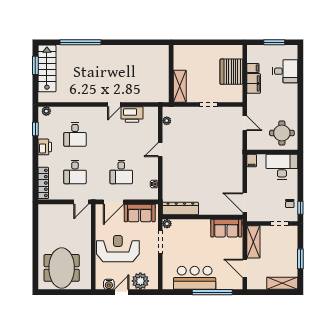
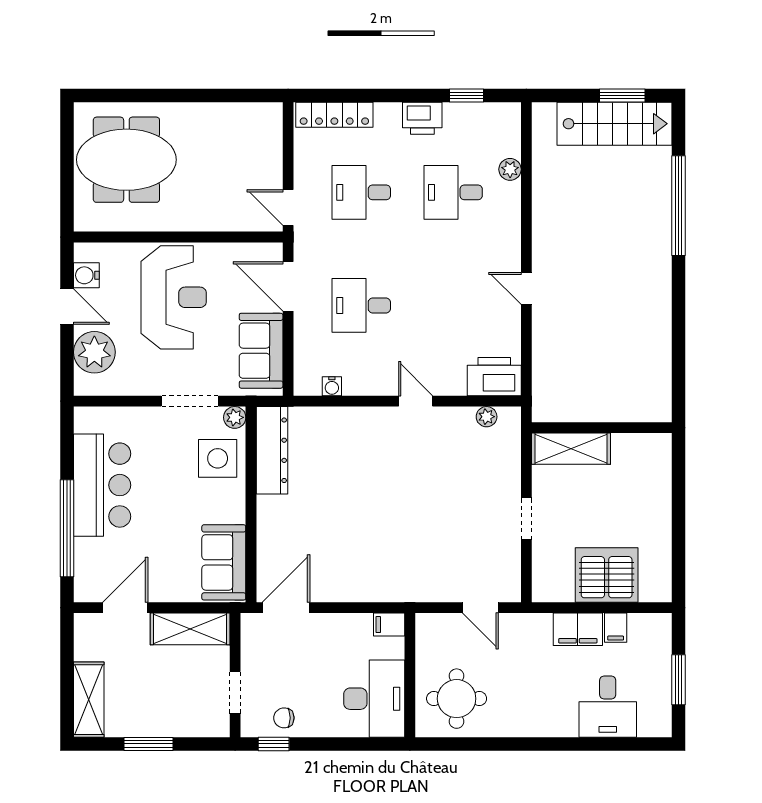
plant: (46, 111) -> (510, 169), moved
printer: (132, 115) -> (494, 377), moved, turned 90
door: (245, 123) -> (480, 608), hinge flipped
side table: (184, 231) -> (218, 458), added

